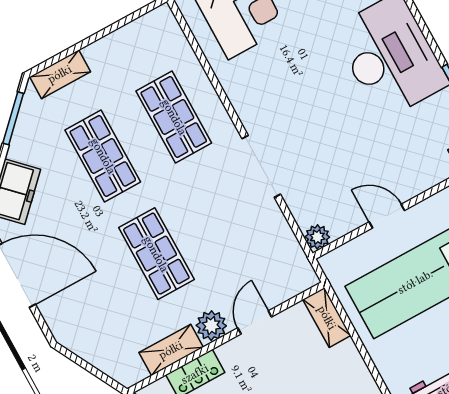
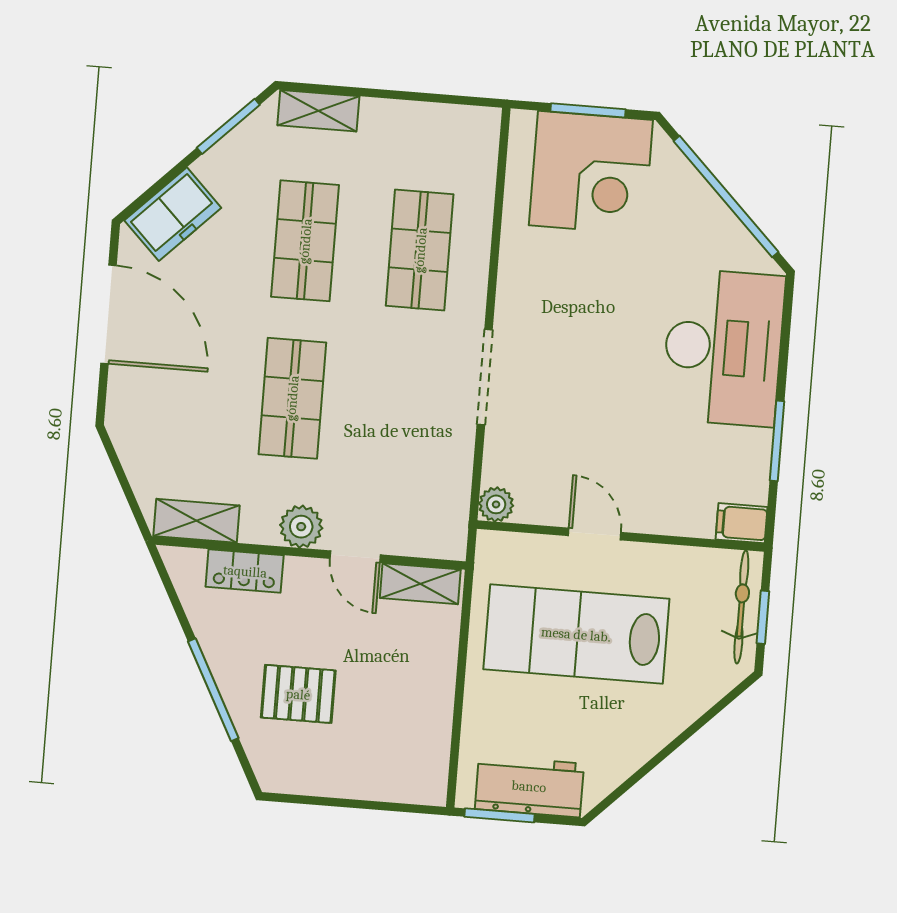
shelving: (327, 318) -> (420, 584), moved, turned 90
door: (255, 322) -> (355, 557), swing flipped
shelving: (171, 350) -> (197, 521), moved

